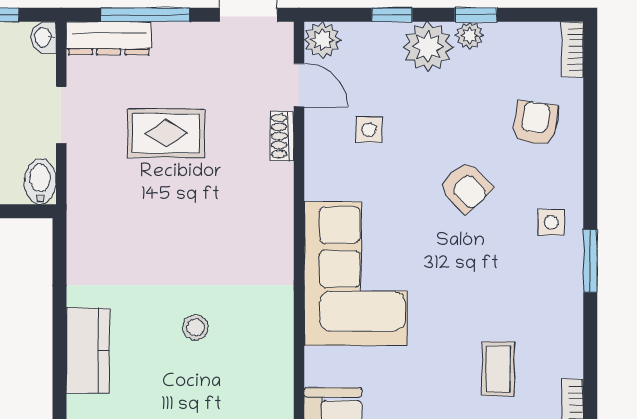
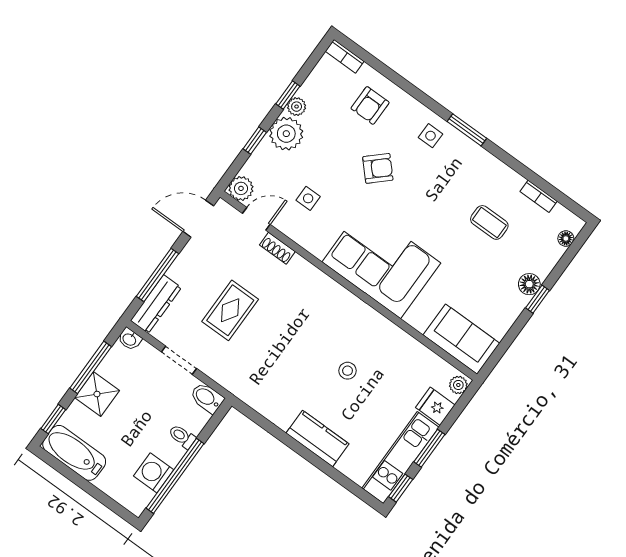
armchair: (535, 123) -> (370, 105), turned -98

